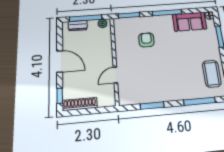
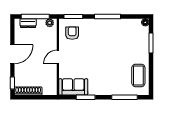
sofa: (190, 22) -> (73, 87), moved, turned 180
armchair: (146, 40) -> (72, 33), moved
door: (60, 61) -> (12, 54), hinge flipped
door: (115, 75) -> (58, 57), moved

